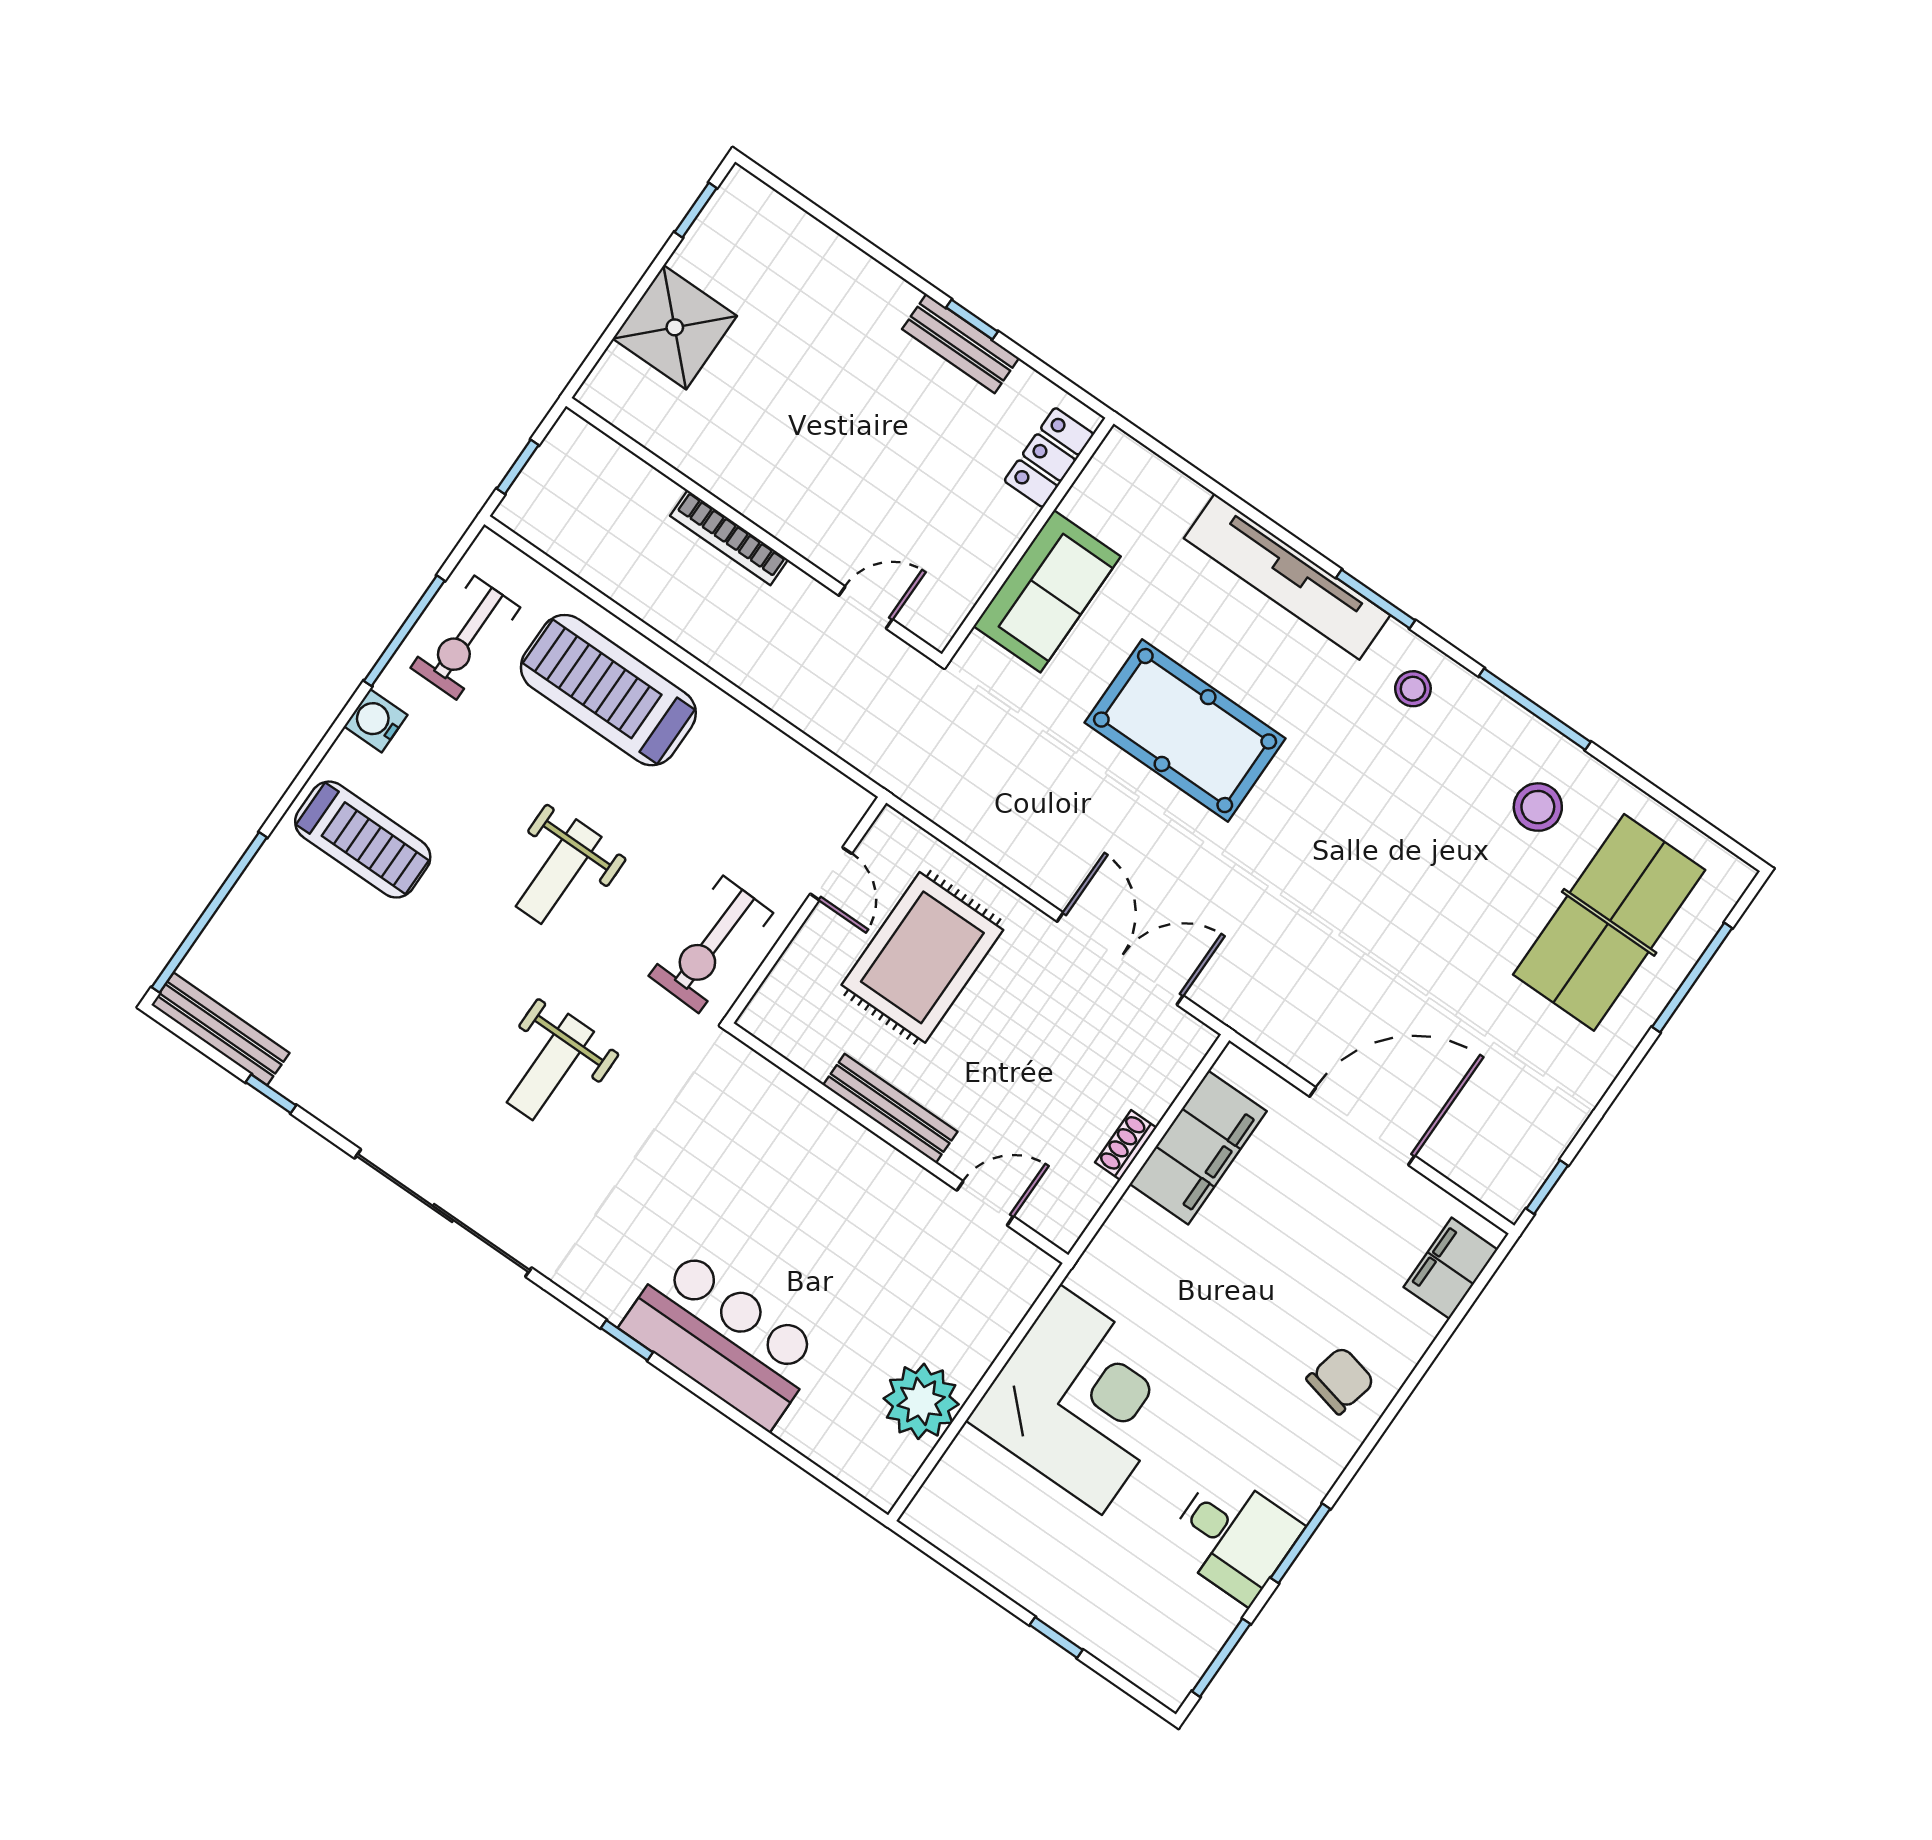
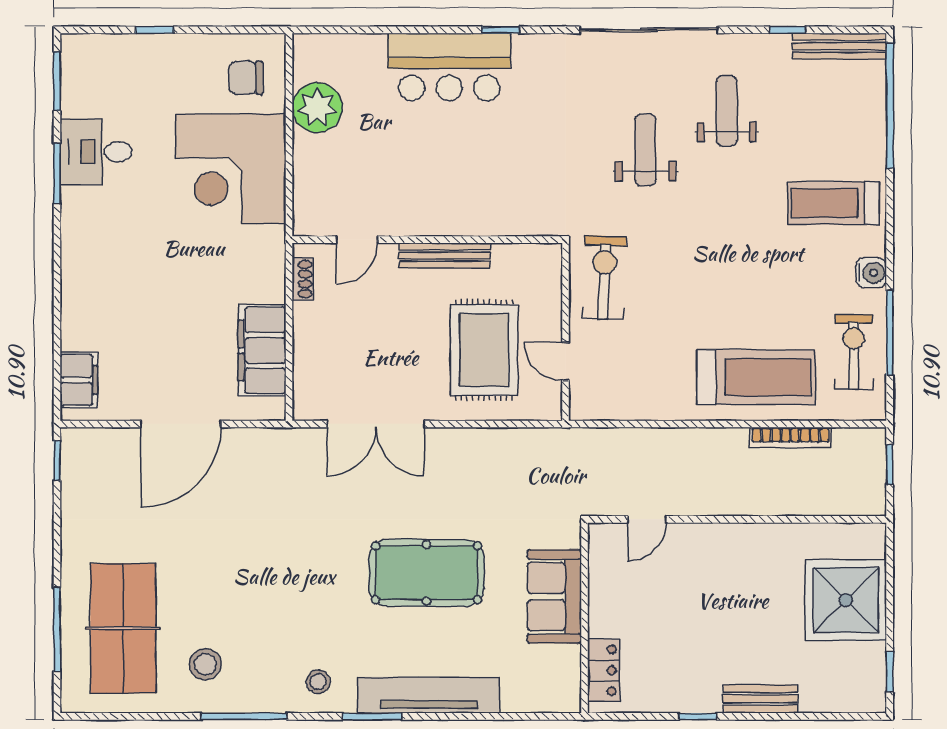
shower: (675, 327) -> (846, 600), width x1.37, depth x1.37
bench: (961, 344) -> (760, 699), moved
bookcase: (729, 538) -> (790, 438), moved, turned 180
weight bench: (559, 872) -> (727, 111), moved
shoe rack: (1126, 1145) -> (302, 279), moved
chair: (1341, 1380) -> (246, 78), moved, turned 77

